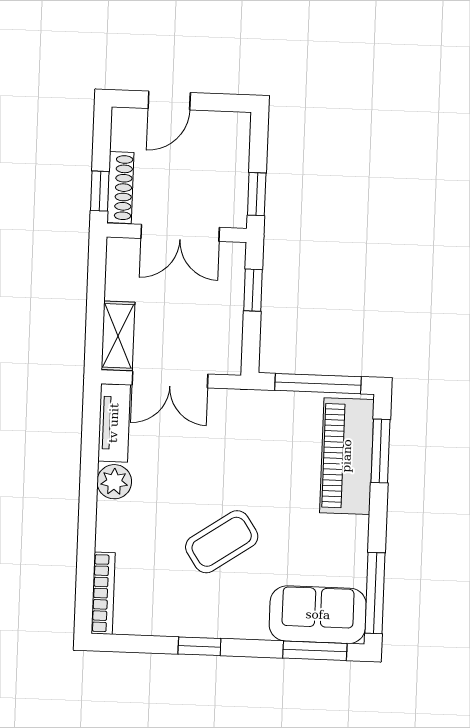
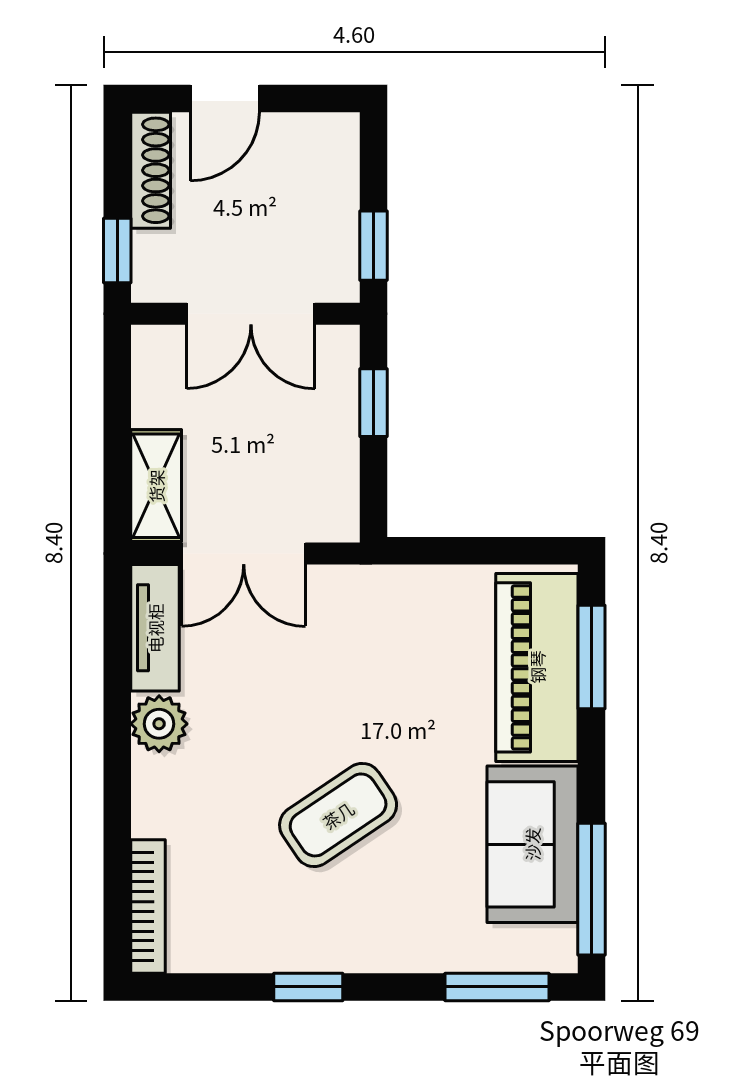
shoe rack: (120, 187) -> (151, 170), moved
window: (318, 384) -> (485, 551), removed
sofa: (318, 615) -> (532, 844), moved, turned -90

